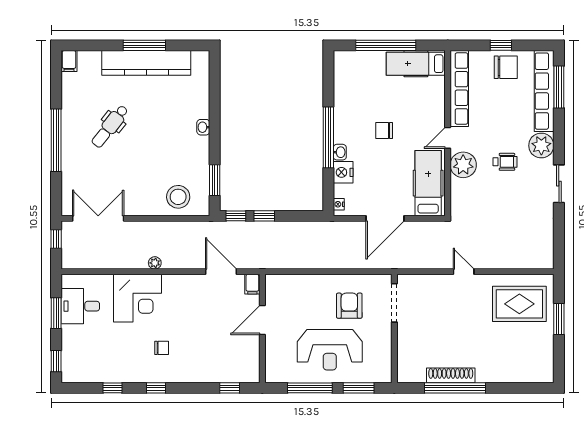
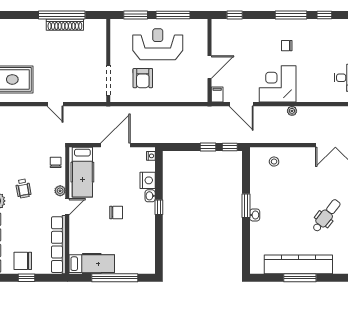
window: (328, 137) -> (159, 207), width x0.32
wheelchair: (505, 162) -> (23, 188), turned -100
plant: (463, 165) -> (60, 191), width x0.53, depth x0.53
window: (215, 180) -> (246, 206), moved
chair: (463, 196) -> (56, 162), added
stool: (178, 197) -> (274, 162), width x0.53, depth x0.53
corner desk: (138, 298) -> (278, 84), moved
window: (156, 388) -> (291, 15), width x2.17

